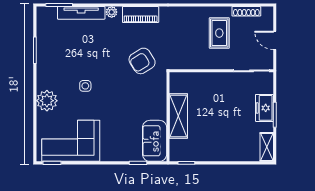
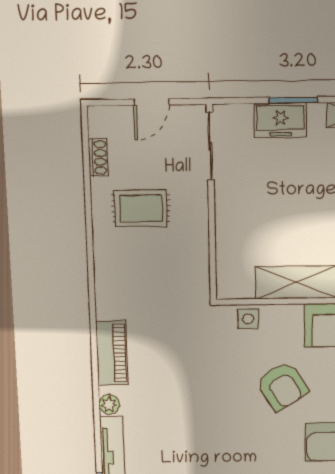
shoe rack: (246, 11) -> (98, 157), width x0.70
armchair: (142, 61) -> (282, 386), moved
side table: (85, 86) -> (248, 319), moved

